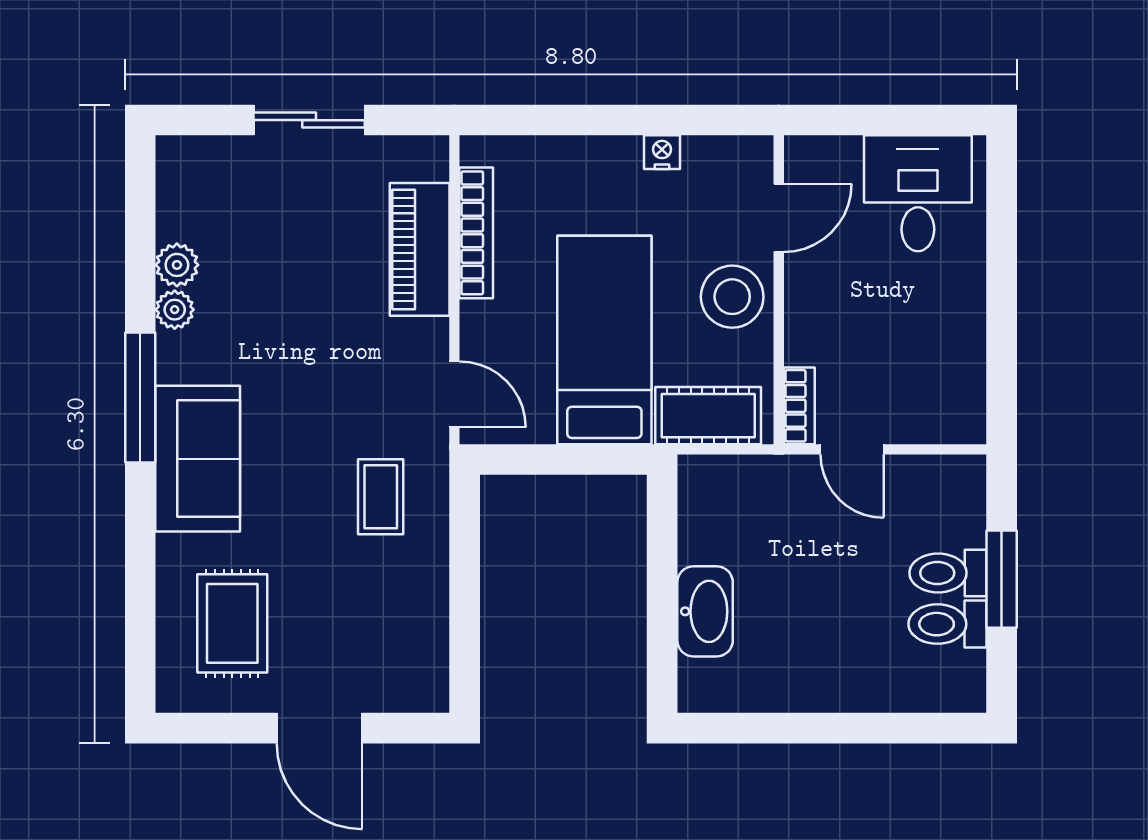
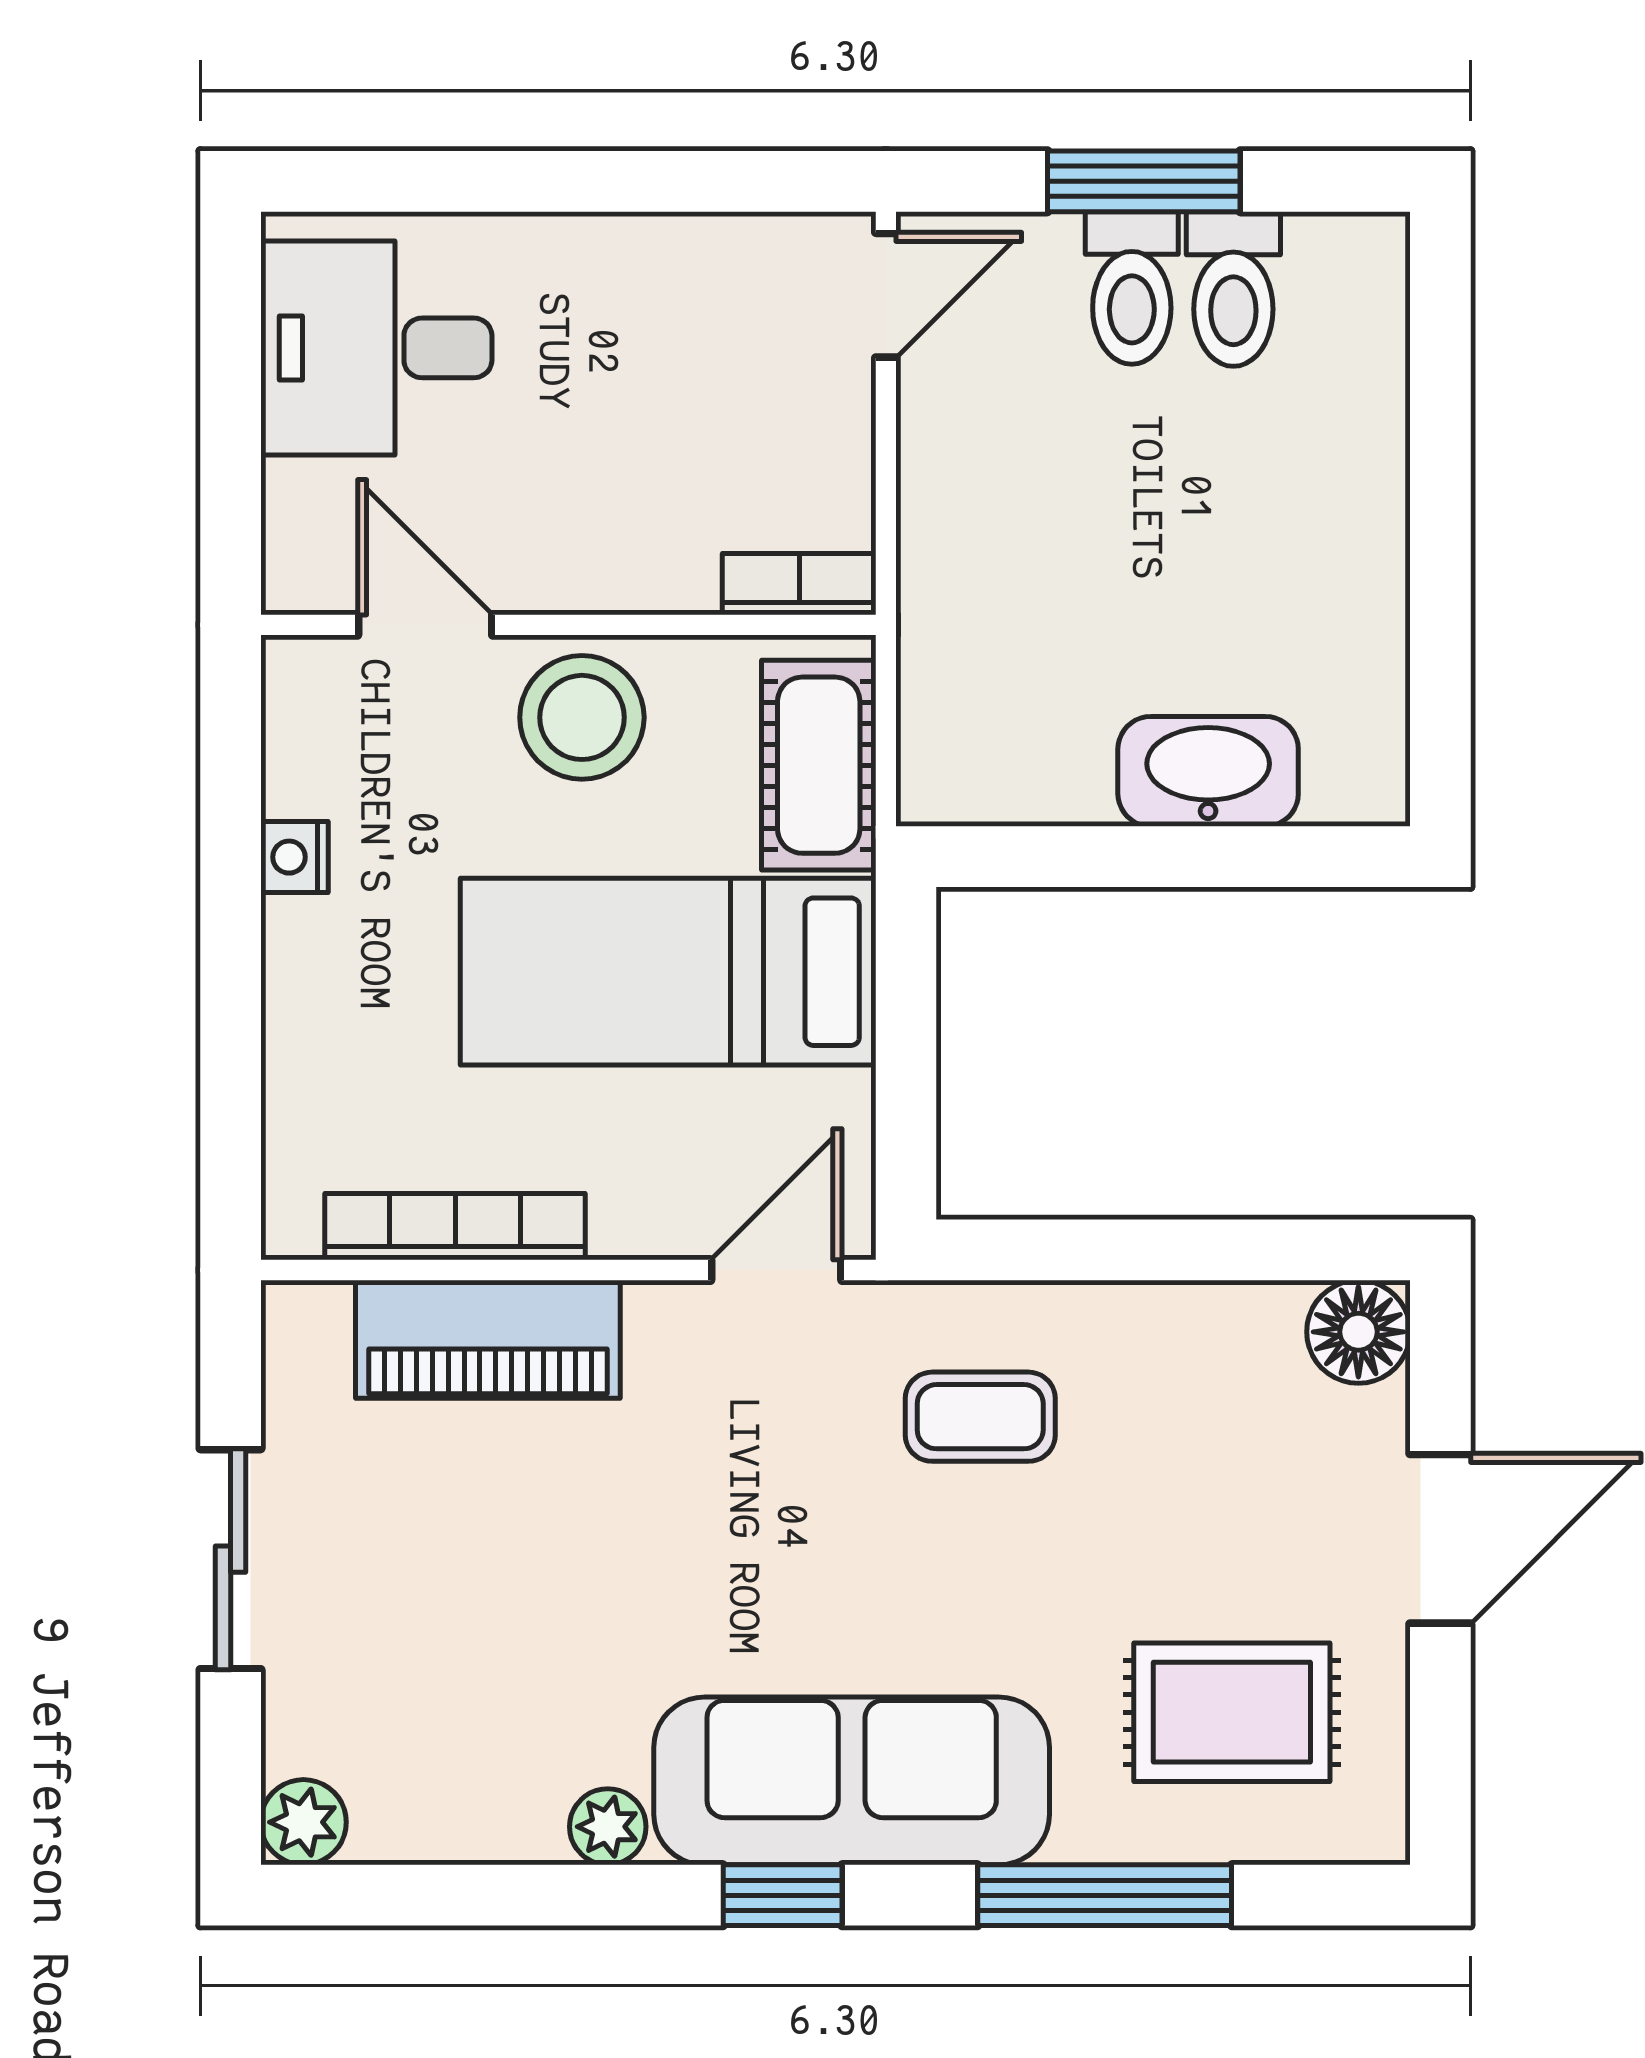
plant: (177, 265) -> (303, 1822), moved
window: (140, 397) -> (783, 1895), width x0.46
door: (852, 449) -> (886, 295), moved
sofa: (198, 459) -> (852, 1781), width x1.36
window: (140, 559) -> (1105, 1895), added
floor lamp: (423, 687) -> (1358, 1332), added

